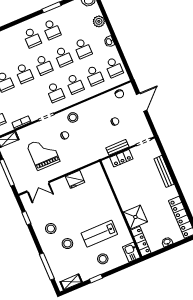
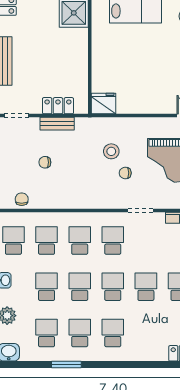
school desk: (71, 21) -> (47, 333), added
stool: (73, 117) -> (111, 151), moved
fridge: (75, 179) -> (104, 104), moved

